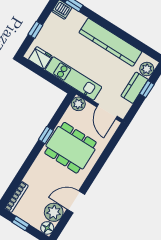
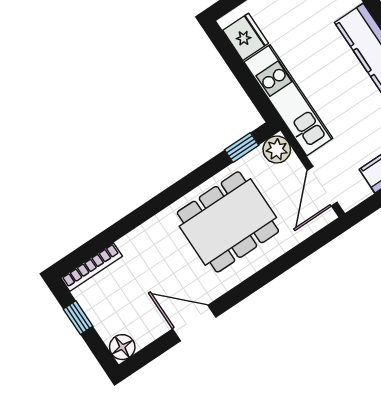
window: (46, 135) -> (242, 148), moved
dining table: (70, 148) -> (228, 222), turned 90
plant: (54, 212) -> (146, 324), removed

